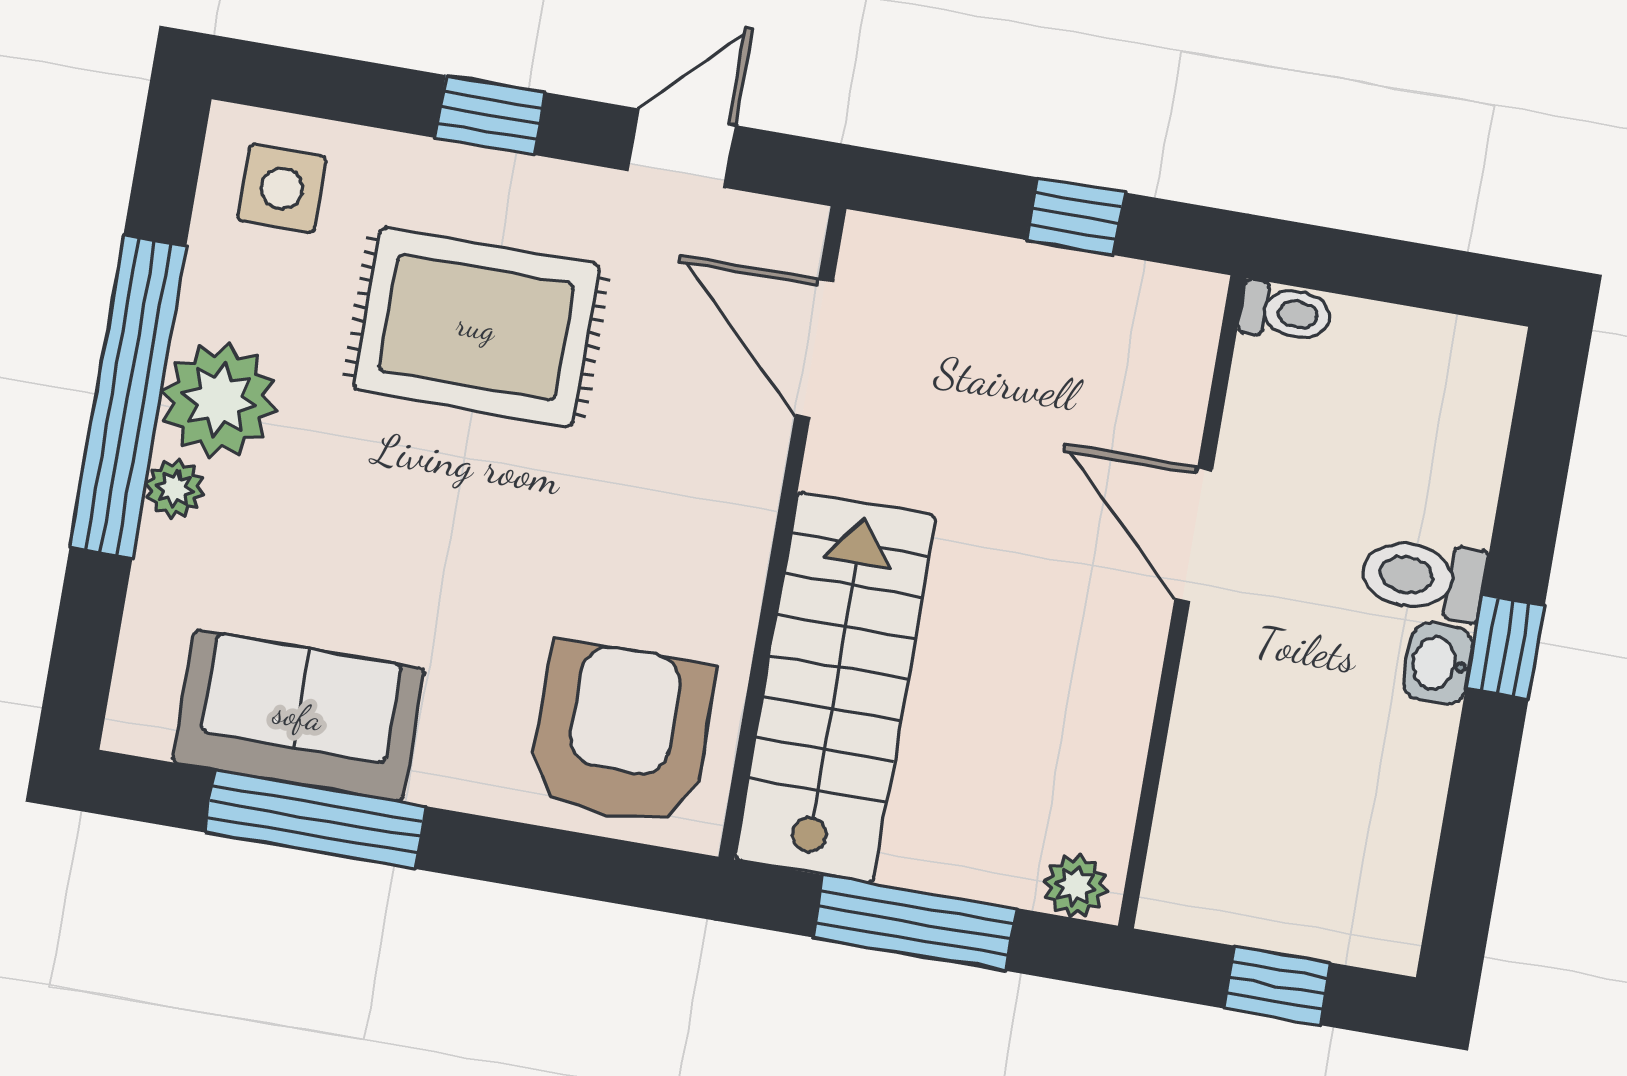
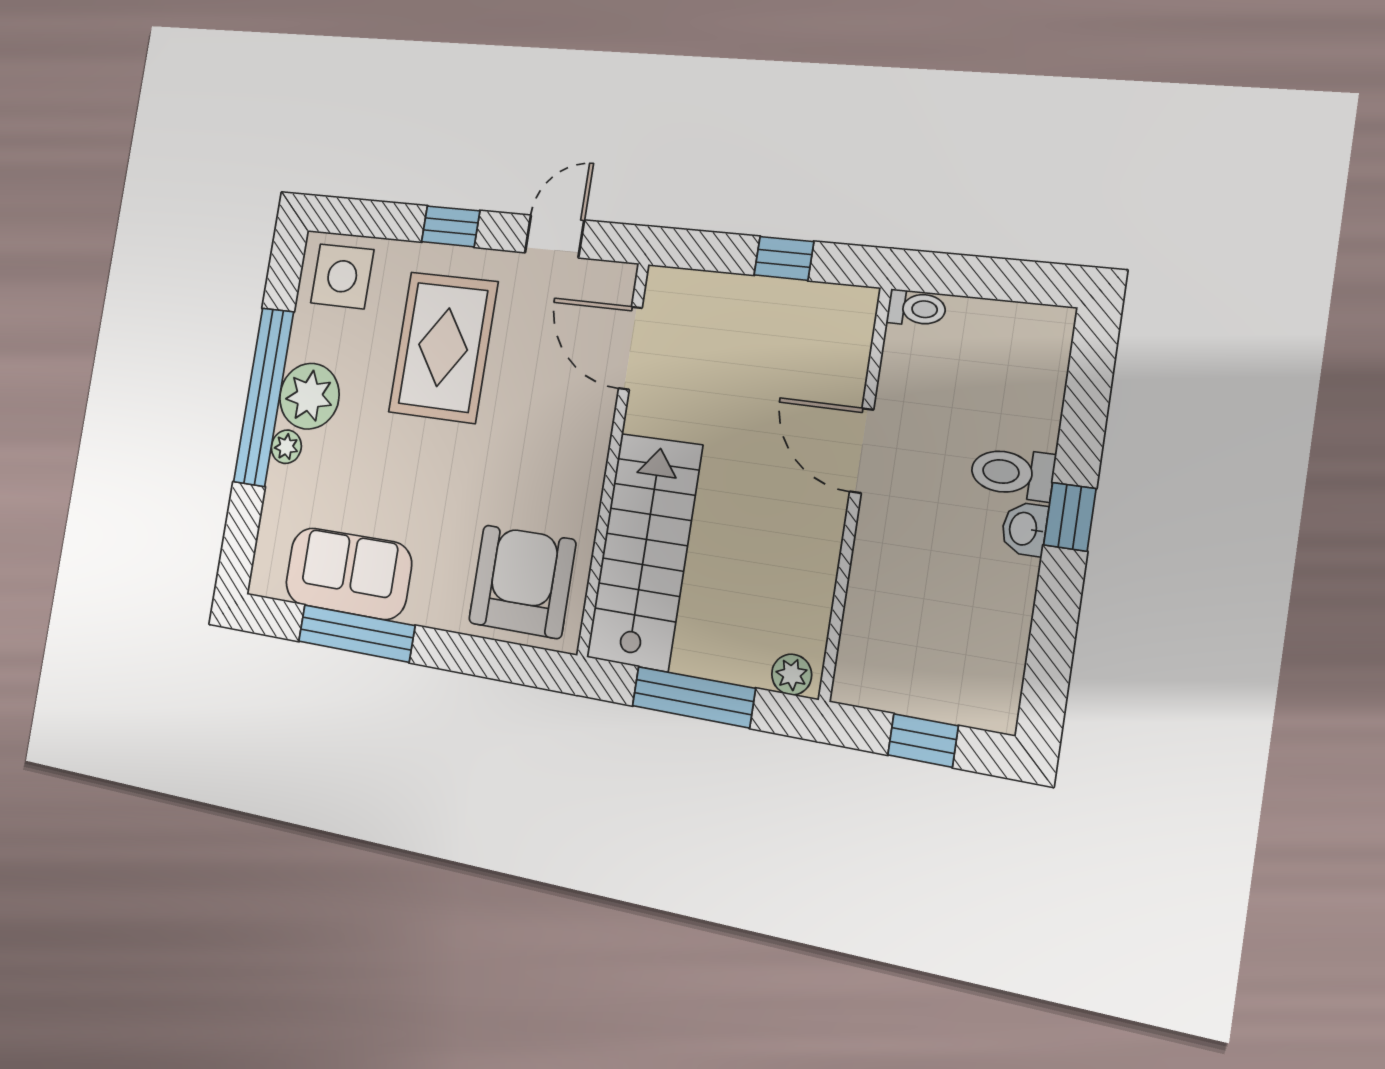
side table: (282, 188) -> (342, 276), width x1.37, depth x1.37
rug: (476, 327) -> (443, 347), turned 90

